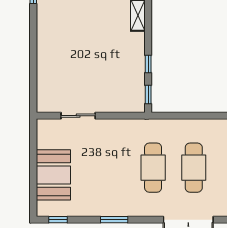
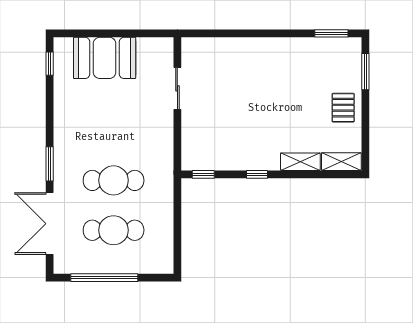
window: (148, 64) -> (257, 174), moved
window: (114, 220) -> (50, 164), moved

